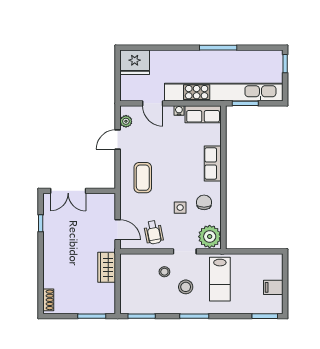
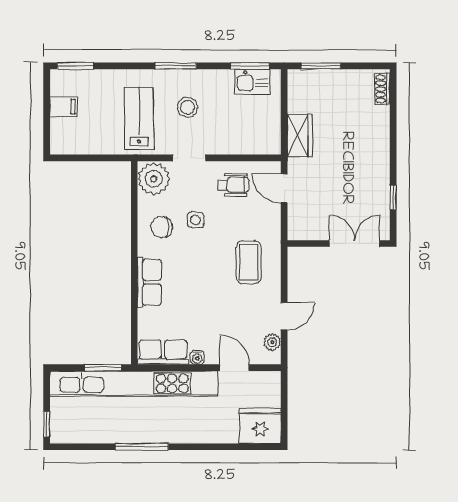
chair: (204, 202) -> (162, 227), turned 90
wheelchair: (154, 232) -> (233, 185), turned 101
stool: (164, 272) -> (218, 129), removed
kitchen sink: (140, 305) -> (252, 82), added

